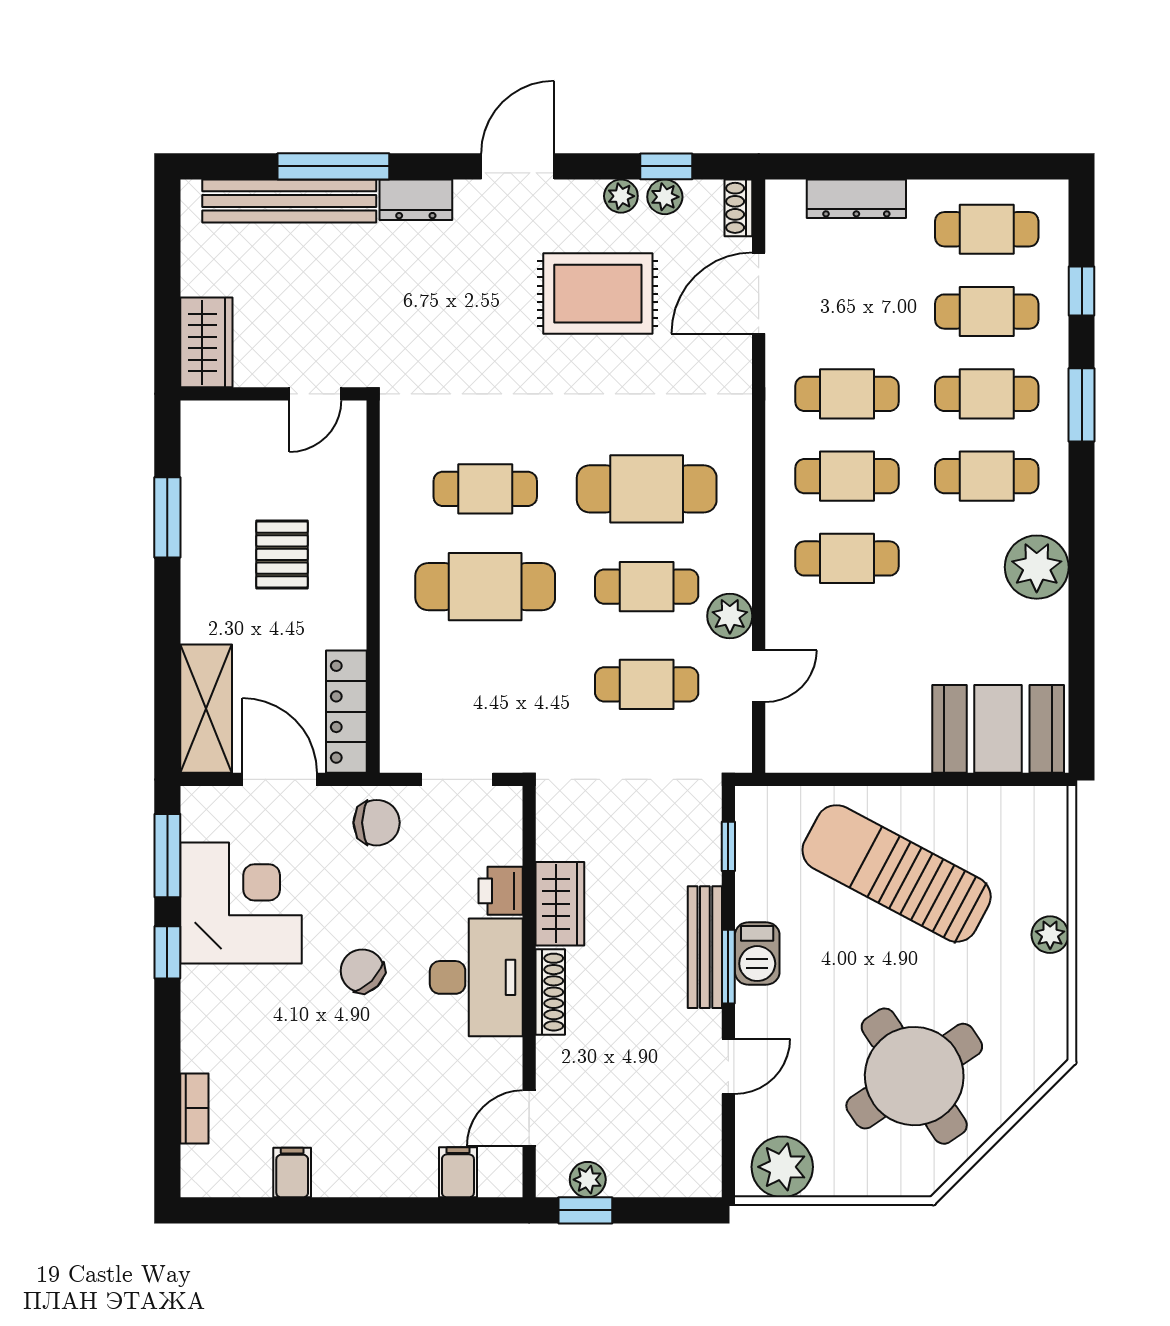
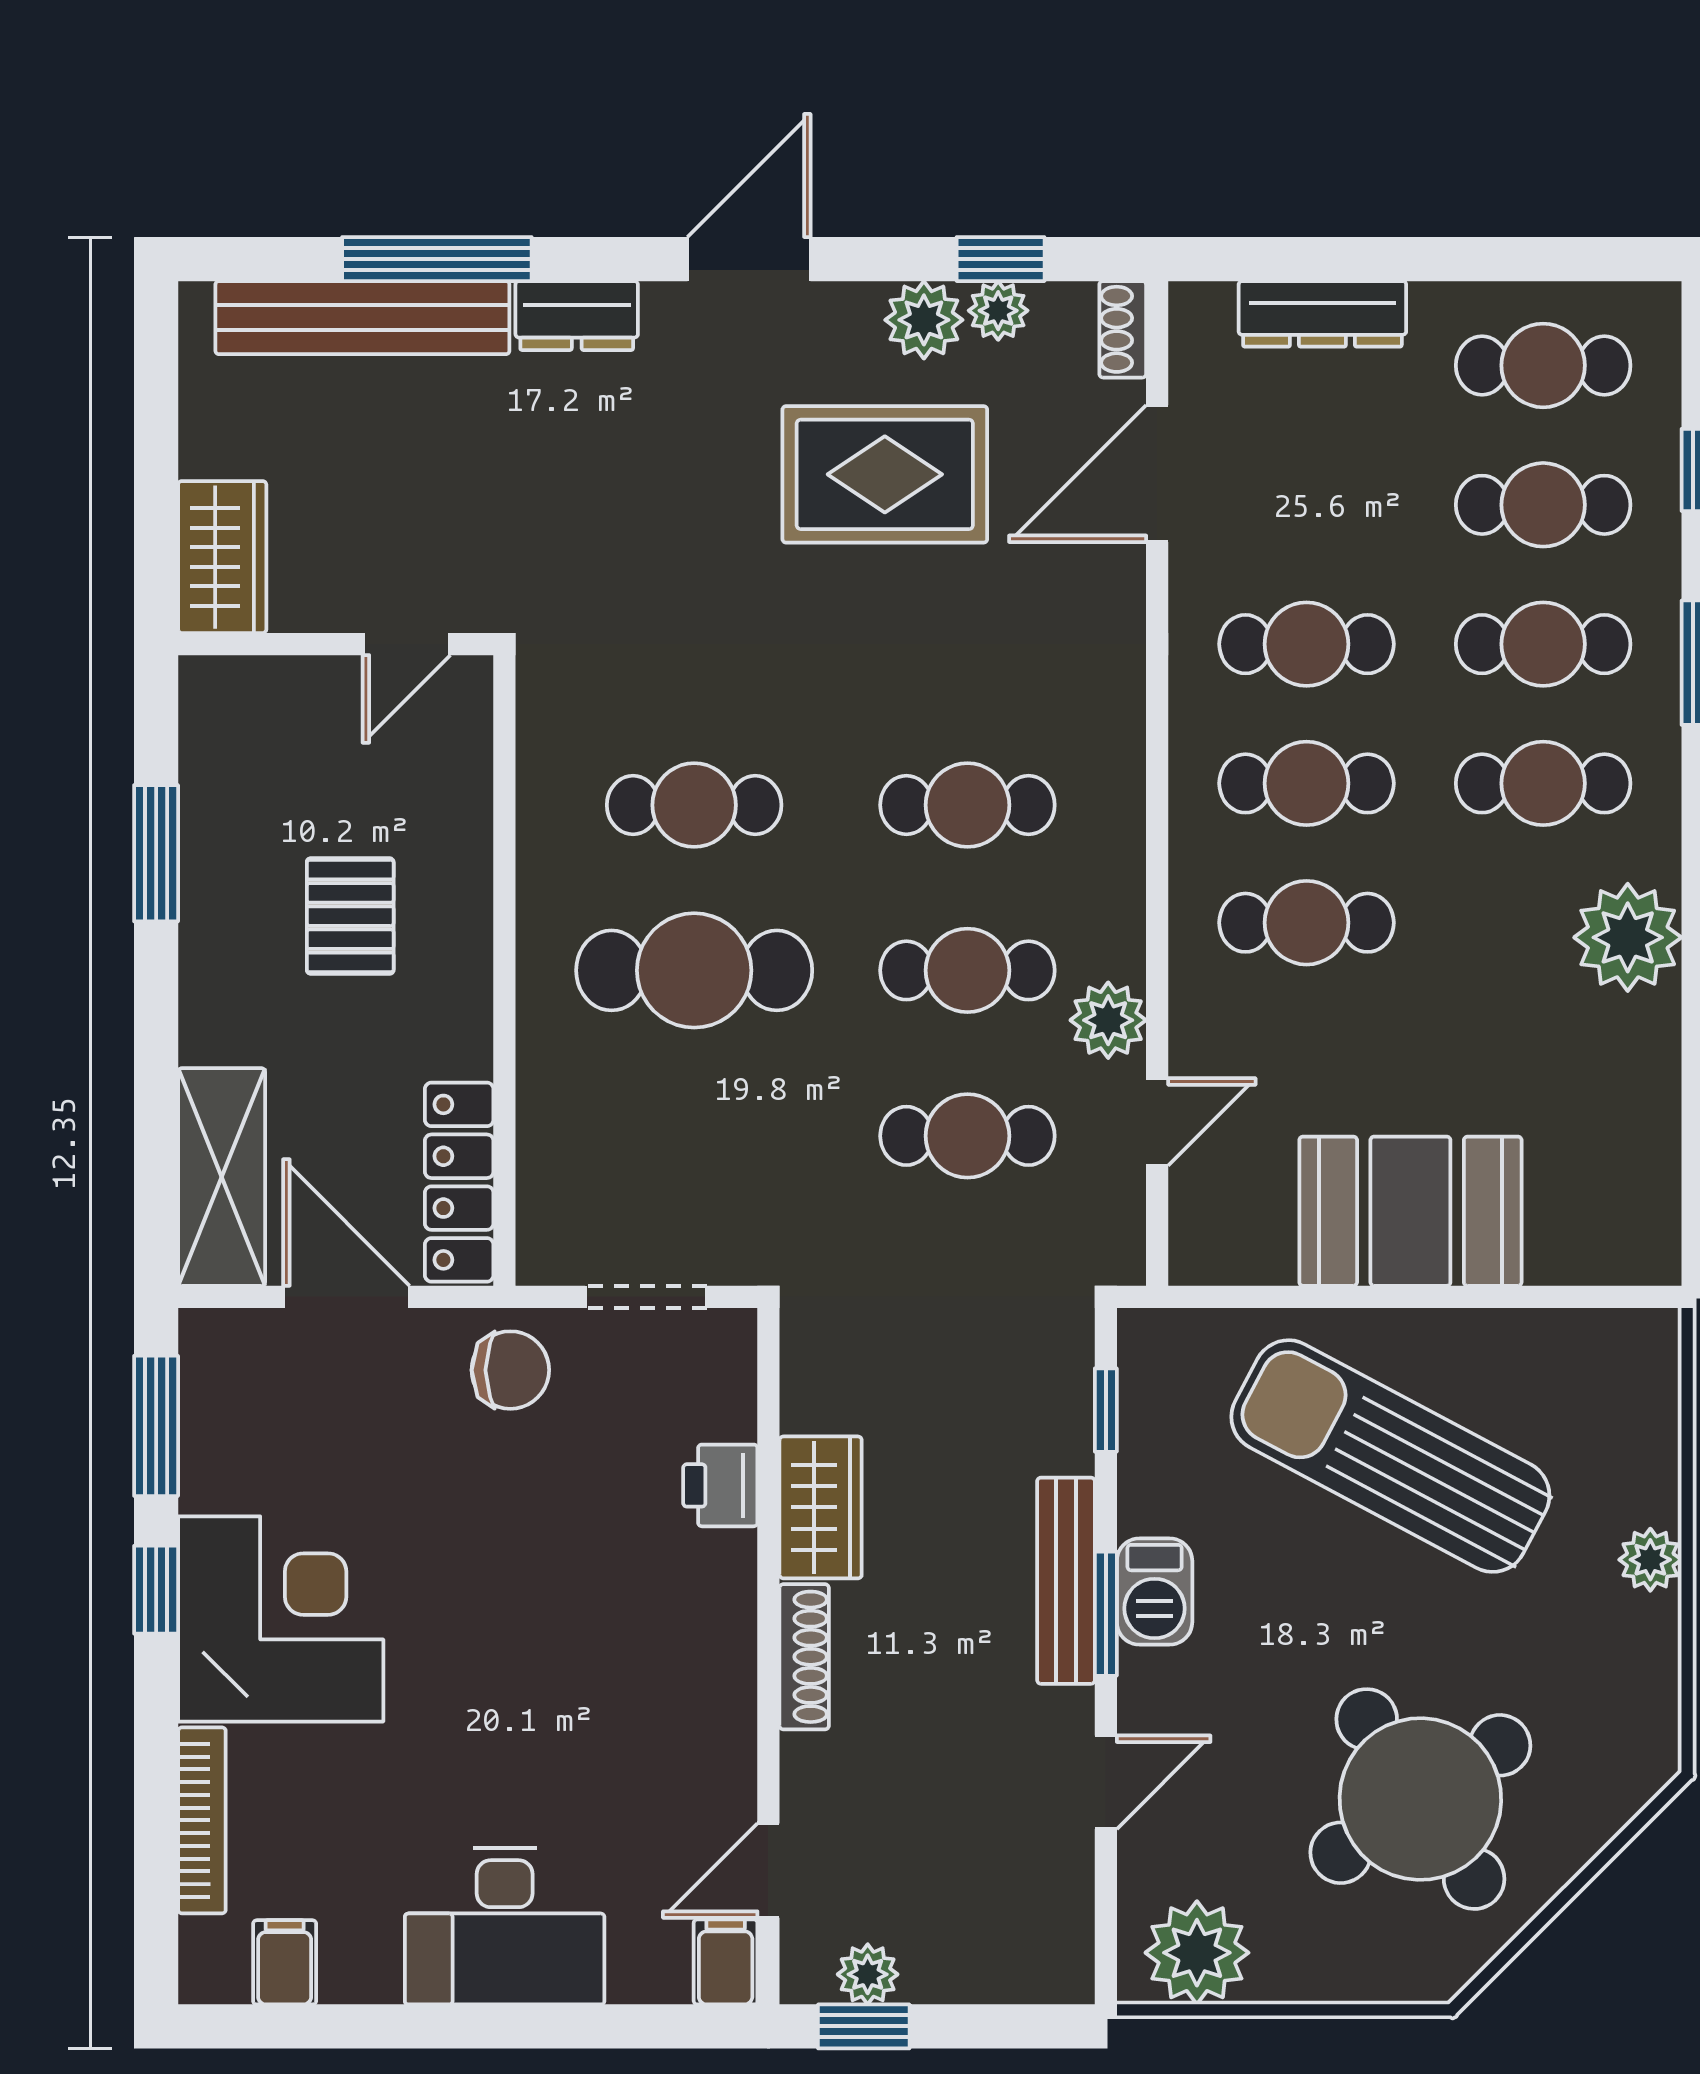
plant: (621, 196) -> (924, 320), width x1.38, depth x1.38
cafe table: (647, 489) -> (967, 805), width x0.73, depth x0.74
booth: (998, 729) -> (1410, 1211), moved
corner desk: (241, 903) -> (281, 1619), moved
chair: (362, 971) -> (486, 1621), removed
desk: (476, 977) -> (505, 1926), moved, turned 90
bookcase: (194, 1108) -> (202, 1820), width x1.56
filing cabinet: (458, 1172) -> (726, 1962), moved
filing cabinet: (292, 1173) -> (285, 1962), moved

